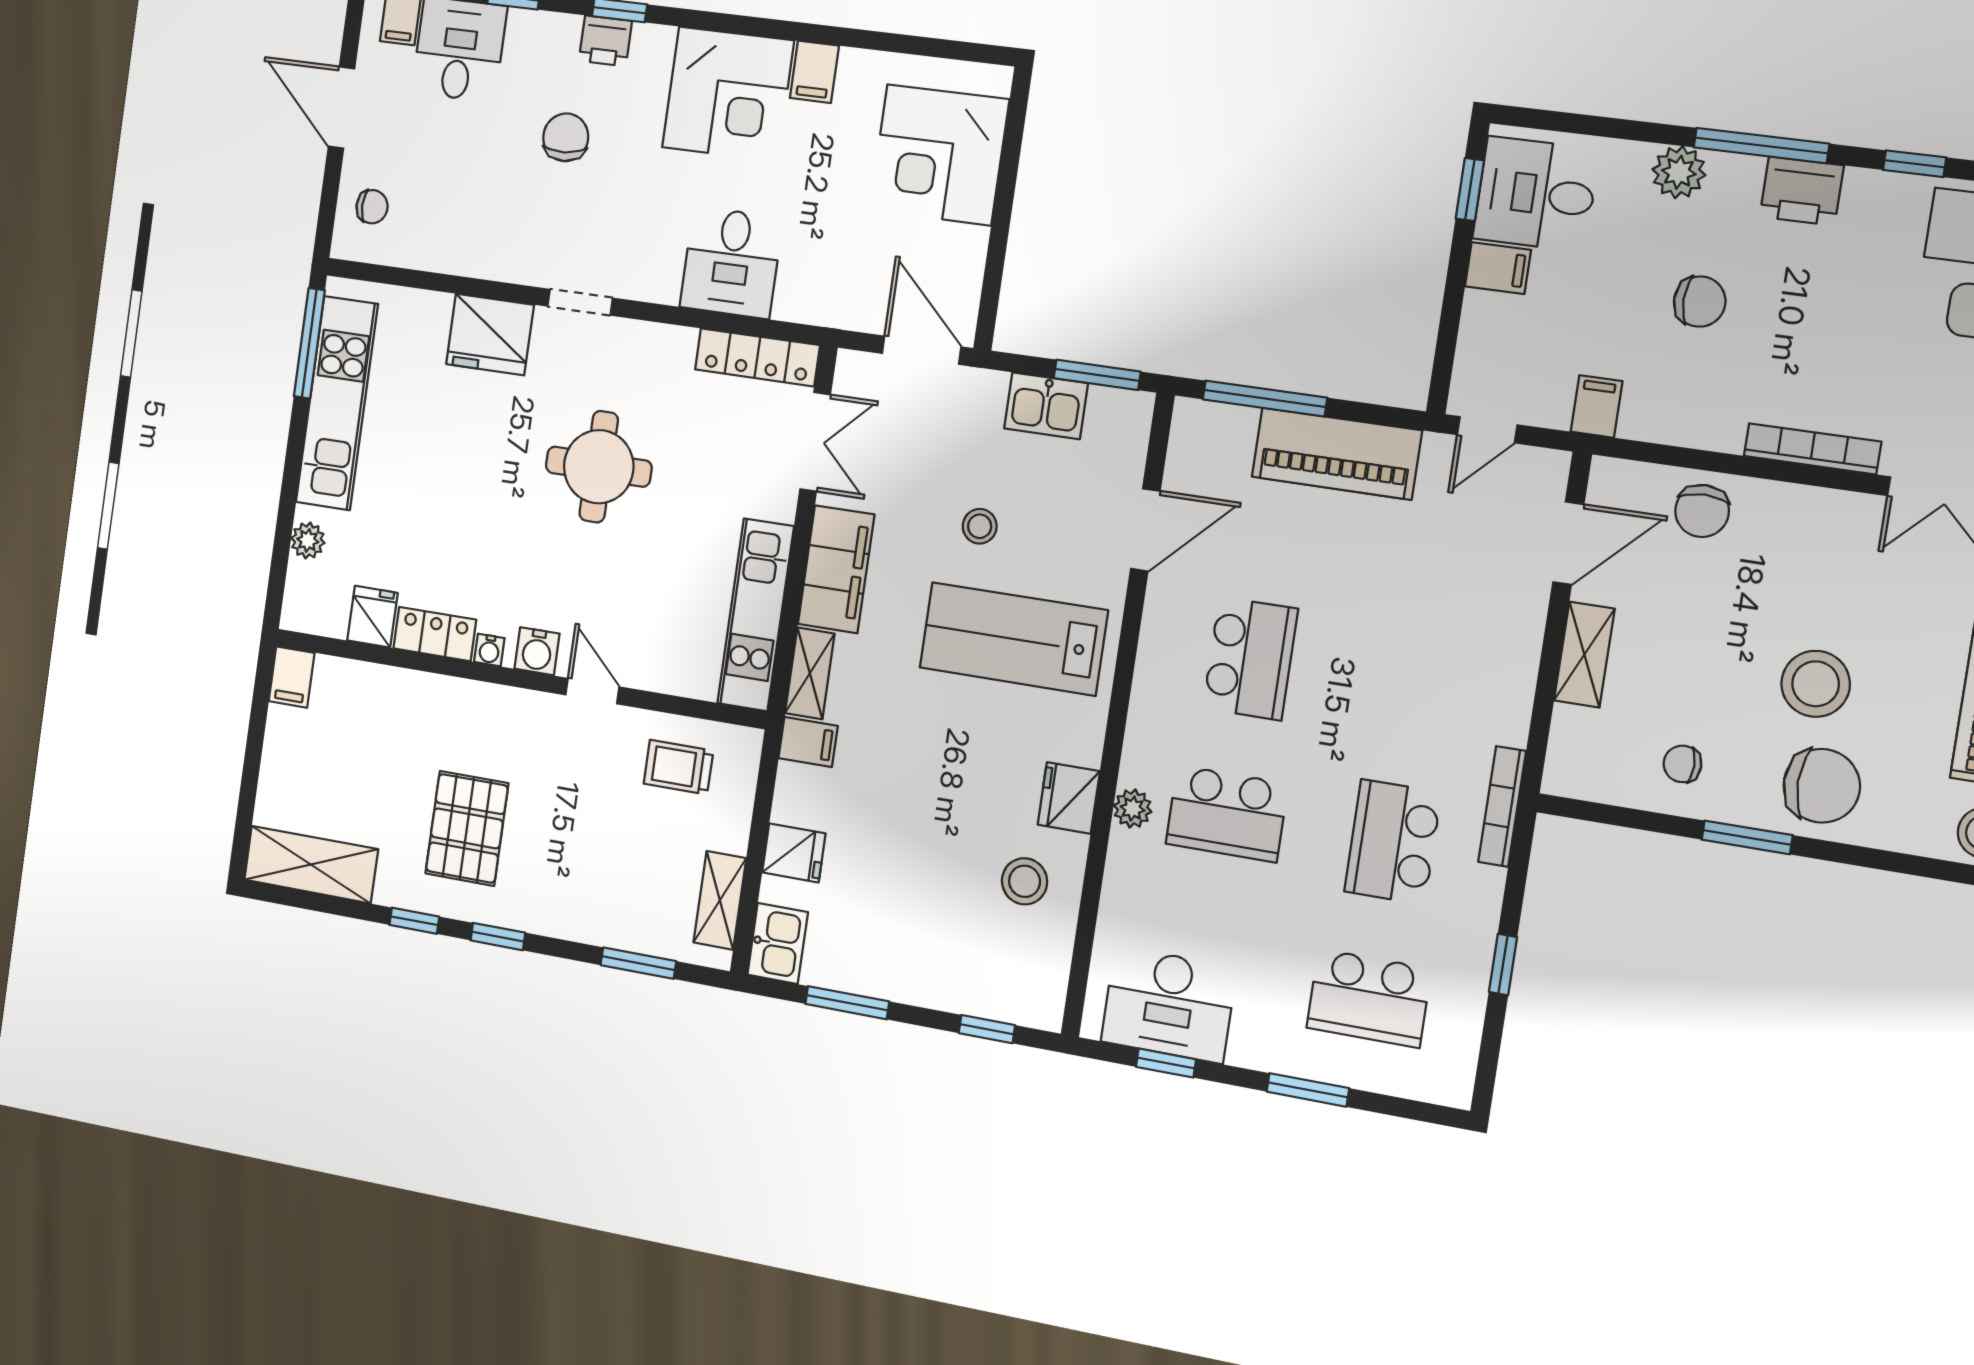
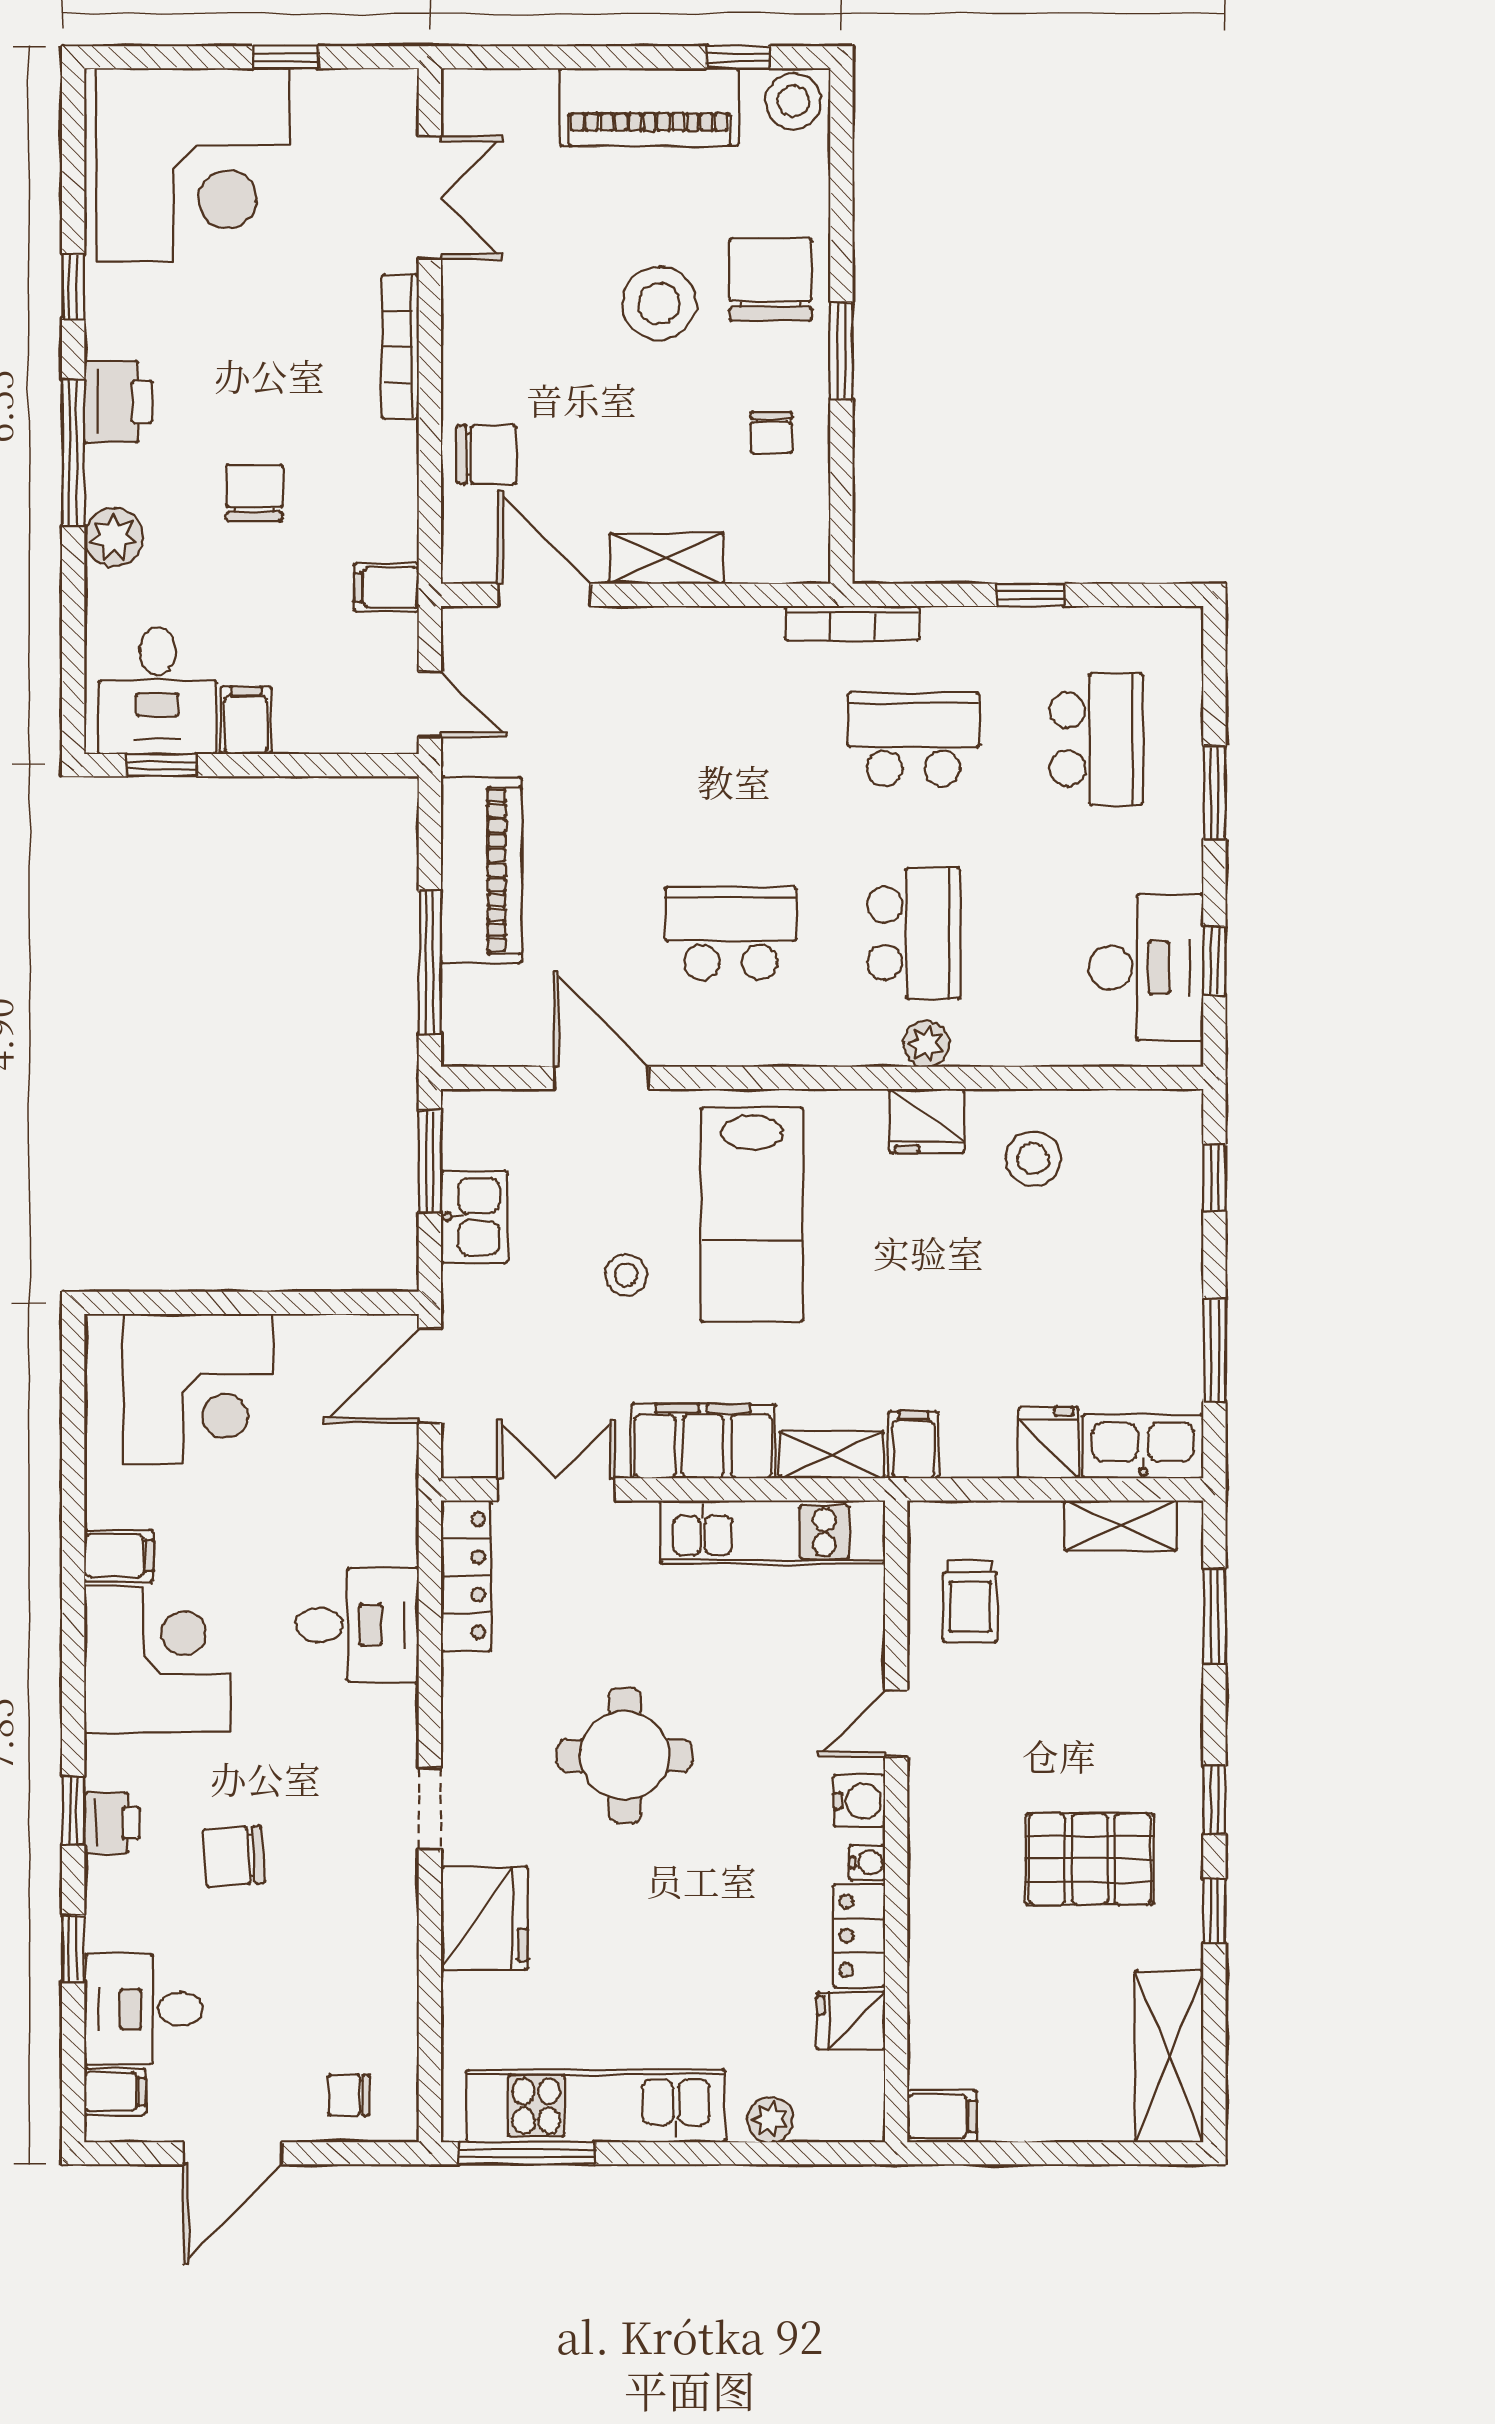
chair: (372, 207) -> (349, 2095), turned -90
school desk: (1393, 842) -> (914, 739), turned 180
kitchen sink: (778, 943) -> (1143, 1446), width x1.38

